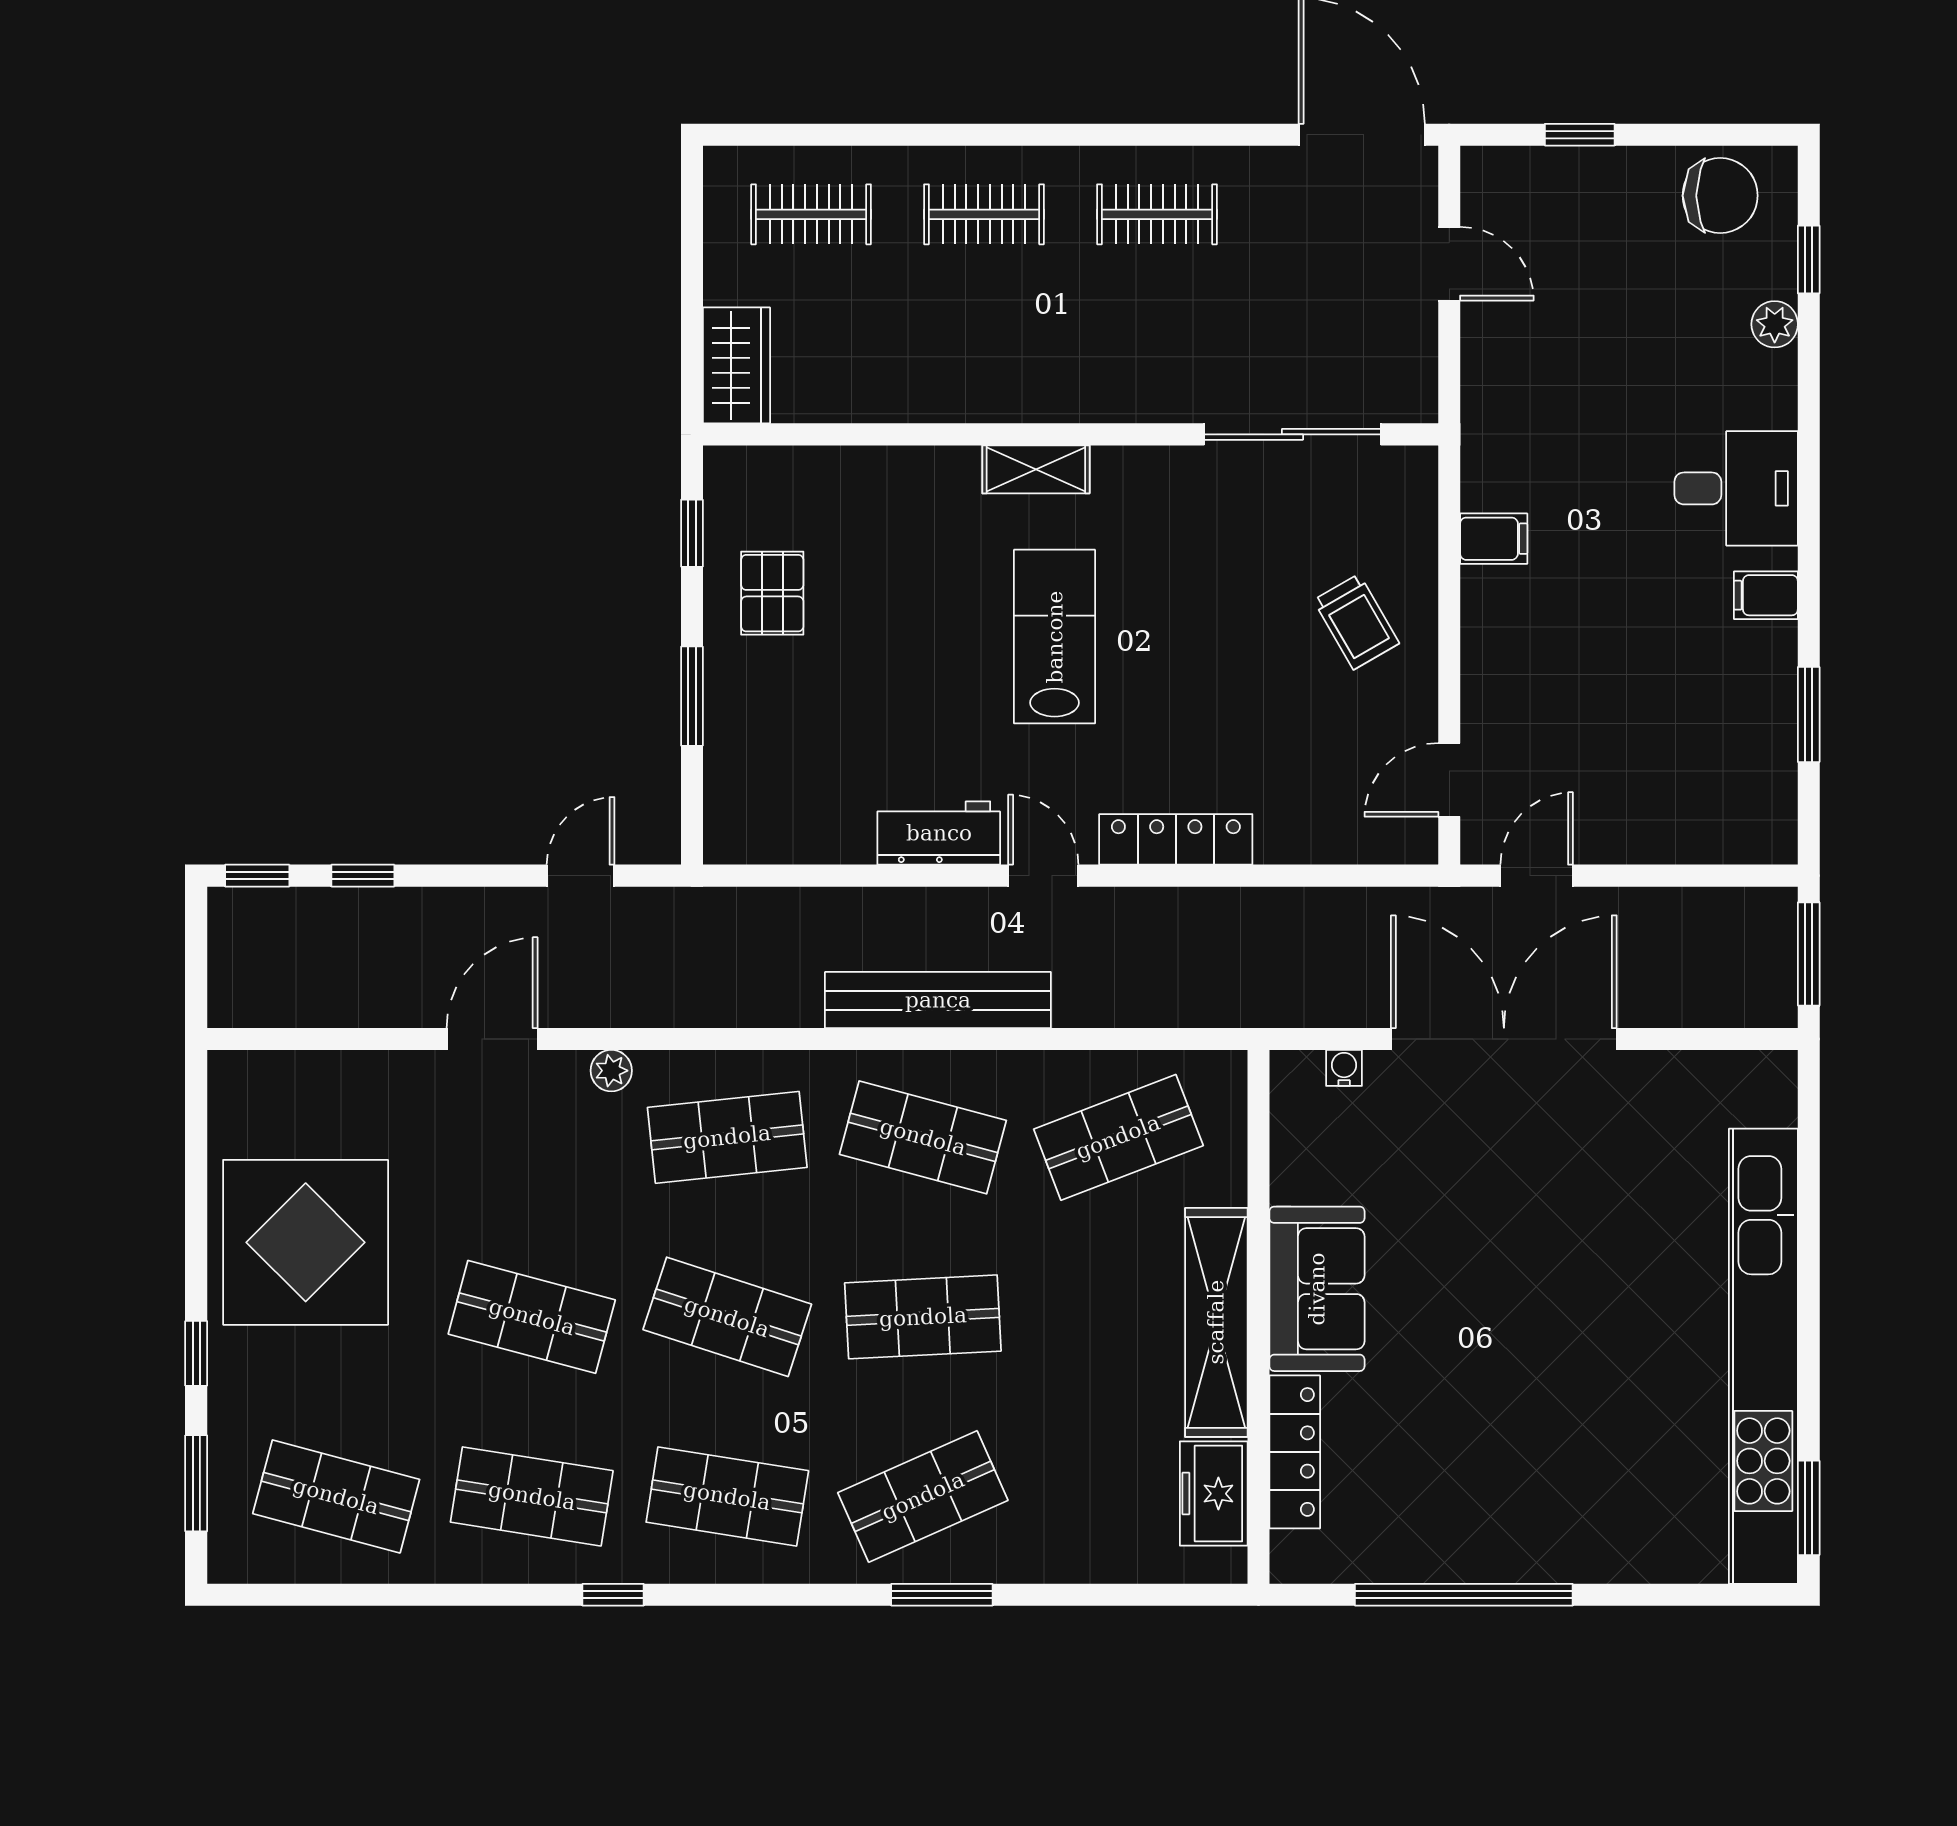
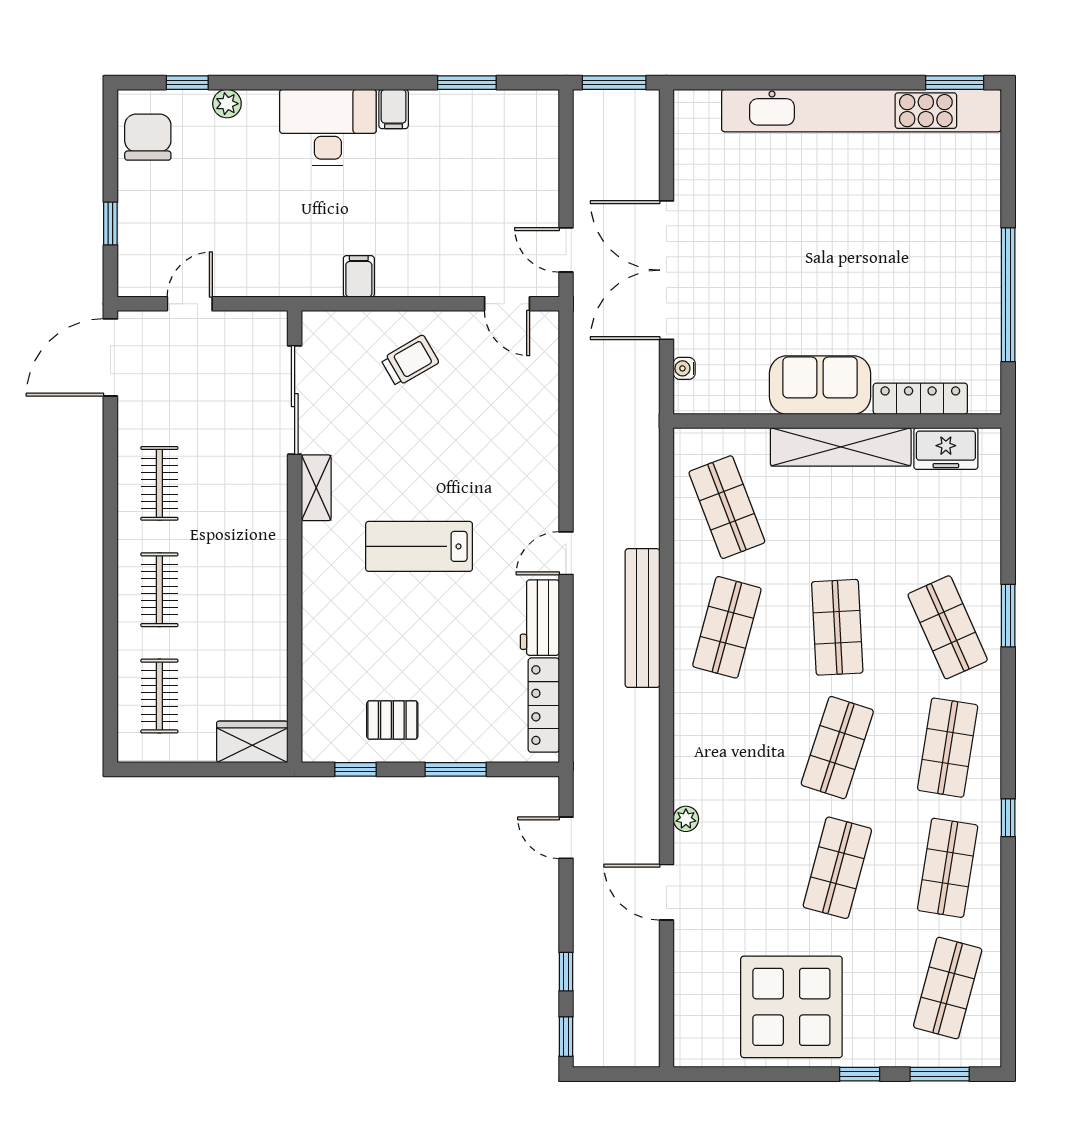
shelving: (1036, 469) -> (316, 488), moved
desk: (1736, 488) -> (328, 127), width x1.37
locker: (1176, 839) -> (544, 705), moved
shop shelf: (727, 1137) -> (727, 748), removed

